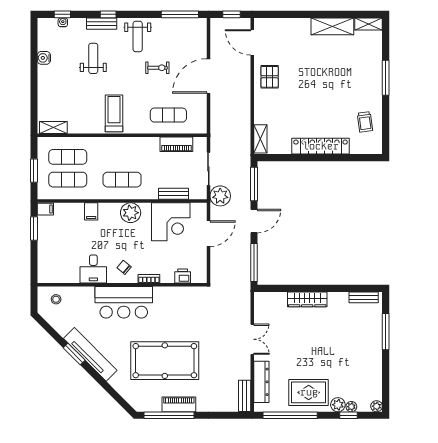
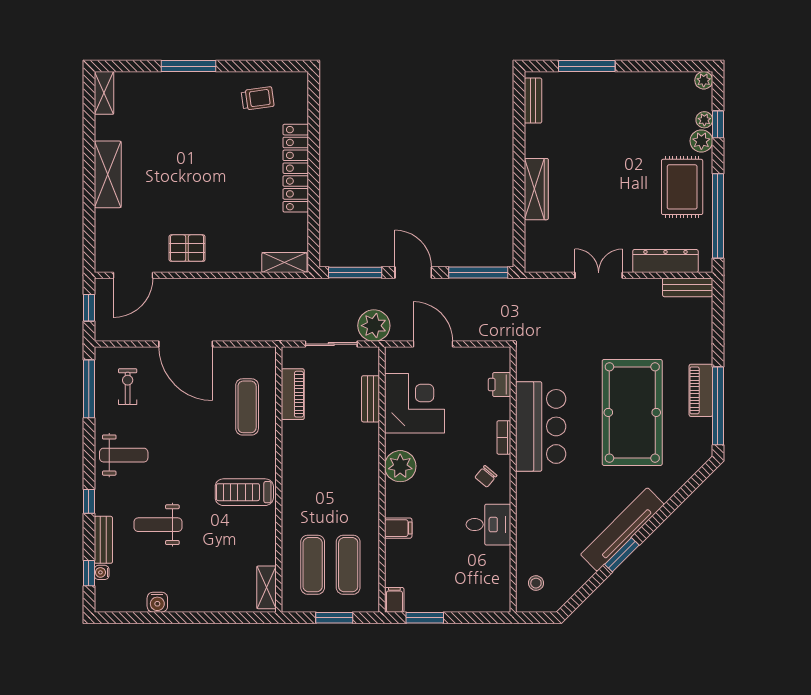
bench: (102, 24) -> (103, 540), moved
shelving: (332, 26) -> (108, 174), moved
exercise bike: (157, 68) -> (128, 387), moved
exercise mat: (122, 180) -> (348, 479), removed
bar counter: (124, 302) -> (541, 426), moved

